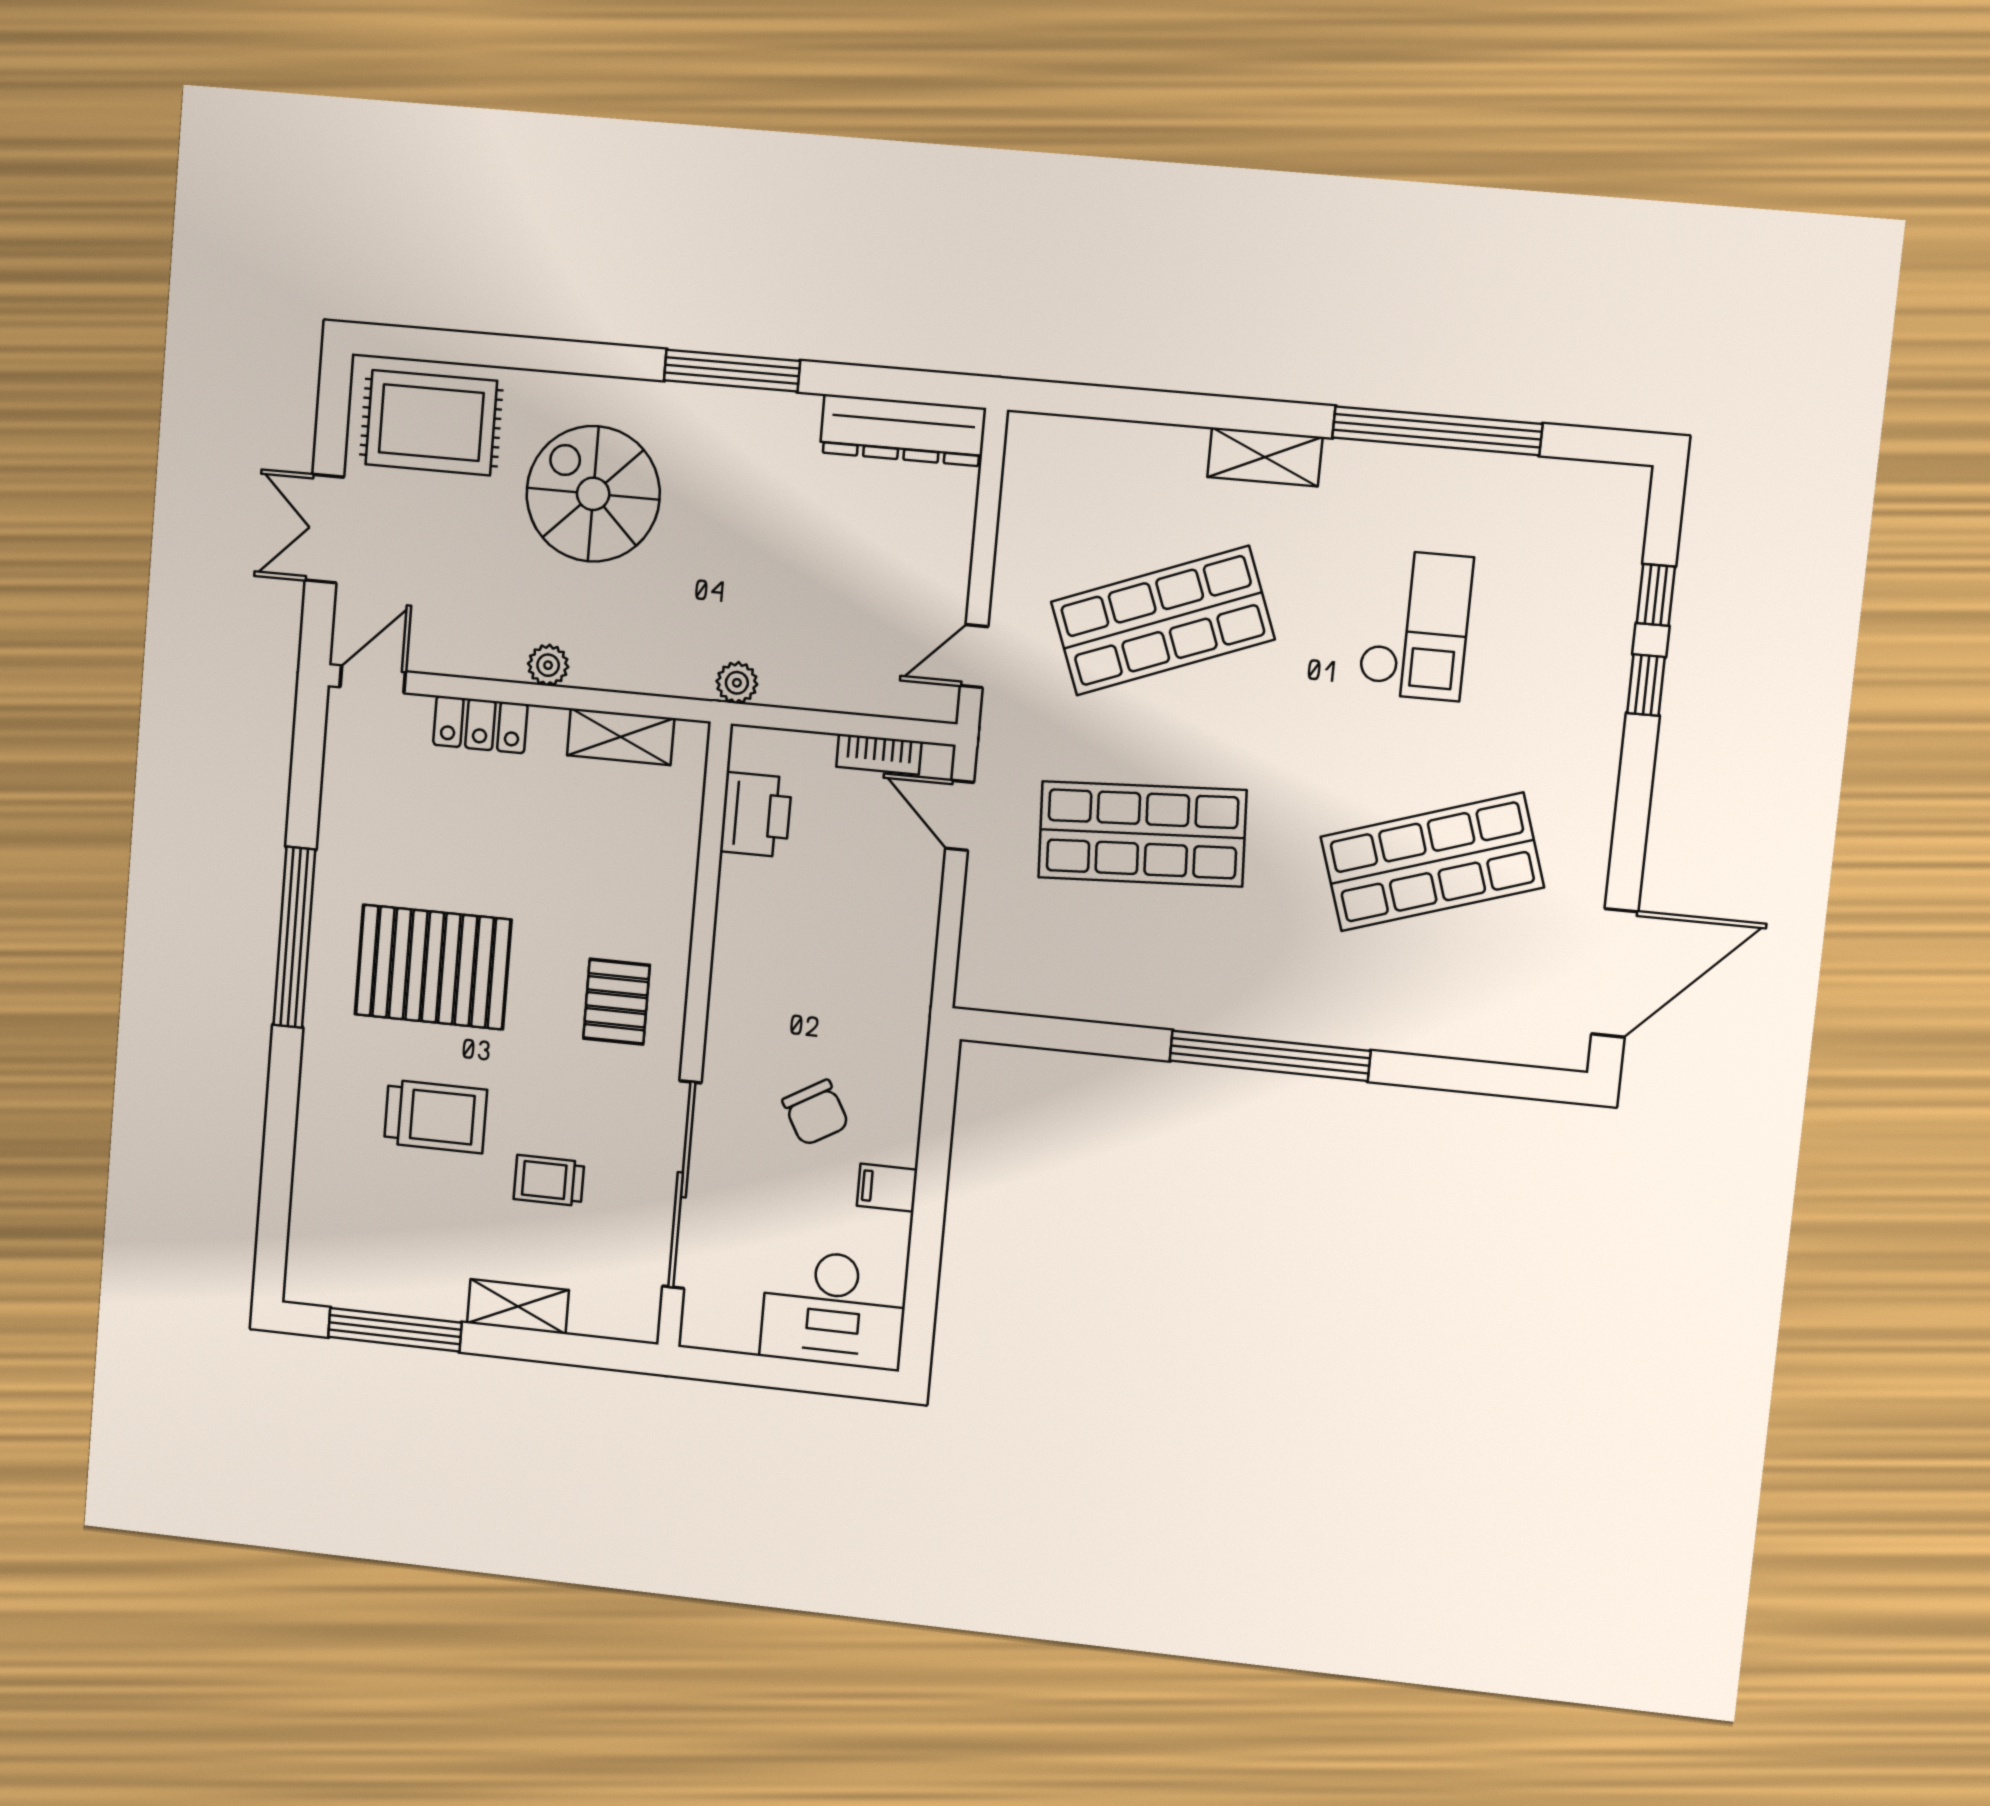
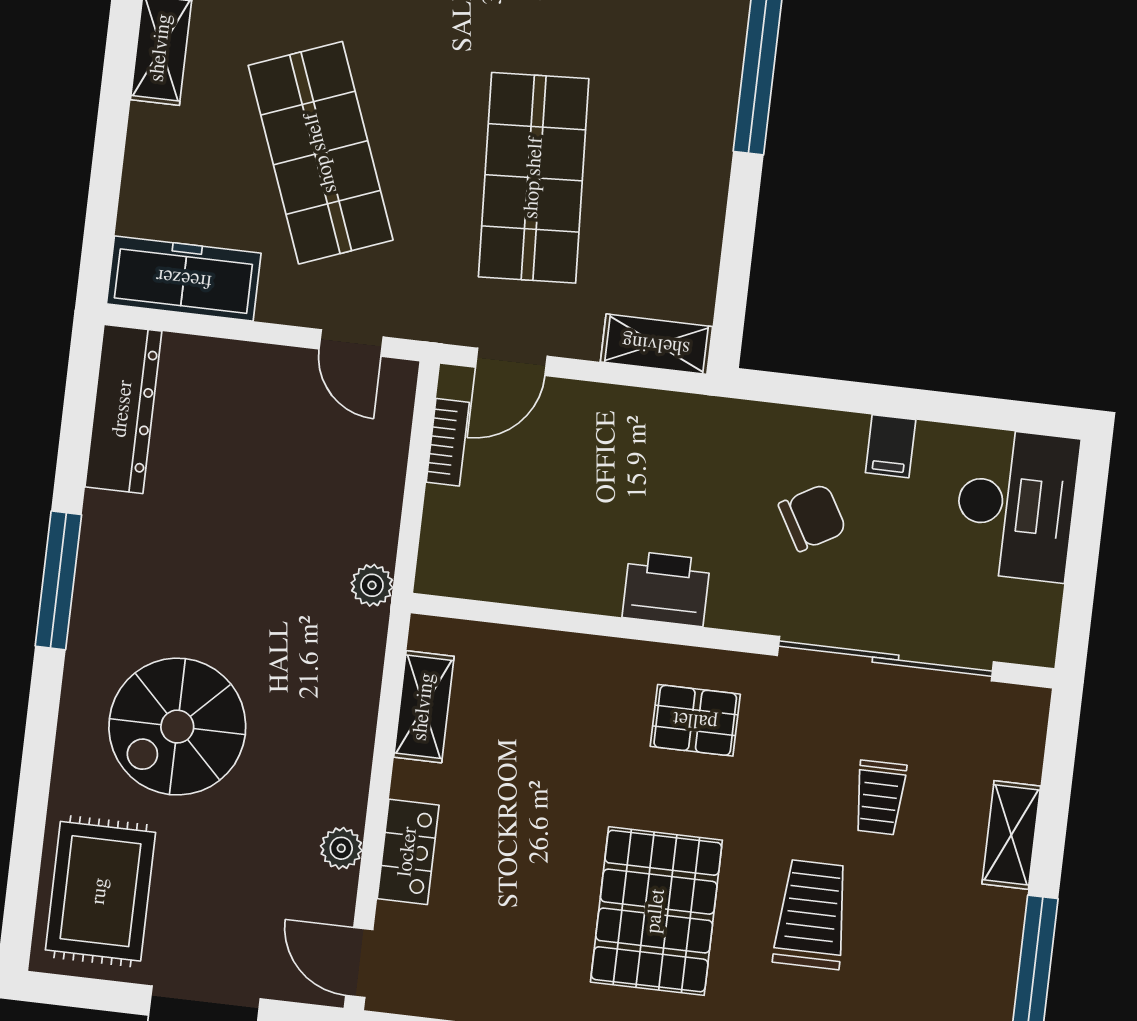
freezer: (1034, 487) -> (184, 278), added
plant: (548, 665) -> (341, 848), moved
printer: (756, 815) -> (666, 589), moved
shelving: (981, 958) -> (656, 344), added

